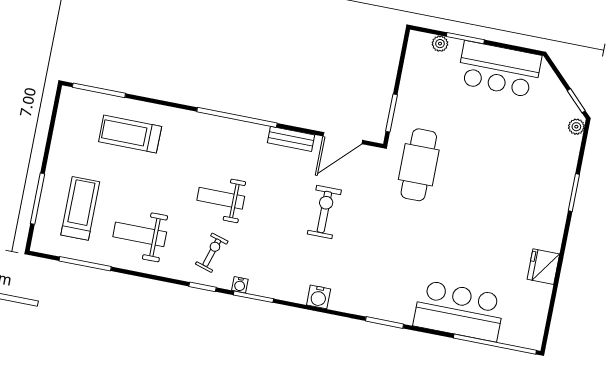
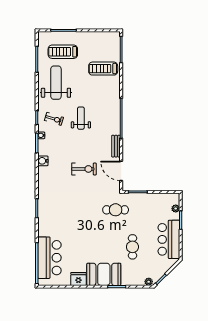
treadmill: (130, 134) -> (103, 69), turned -90
cafe table: (500, 145) -> (132, 247), added
cafe table: (419, 165) -> (116, 210), width x0.73, depth x0.74
treadmill: (80, 208) -> (63, 52), turned 180
booth: (544, 214) -> (104, 274), added
weight bench: (140, 234) -> (56, 83), width x1.36, depth x1.33
water cooler: (319, 297) -> (43, 161), moved
bar counter: (459, 311) -> (49, 258), moved

